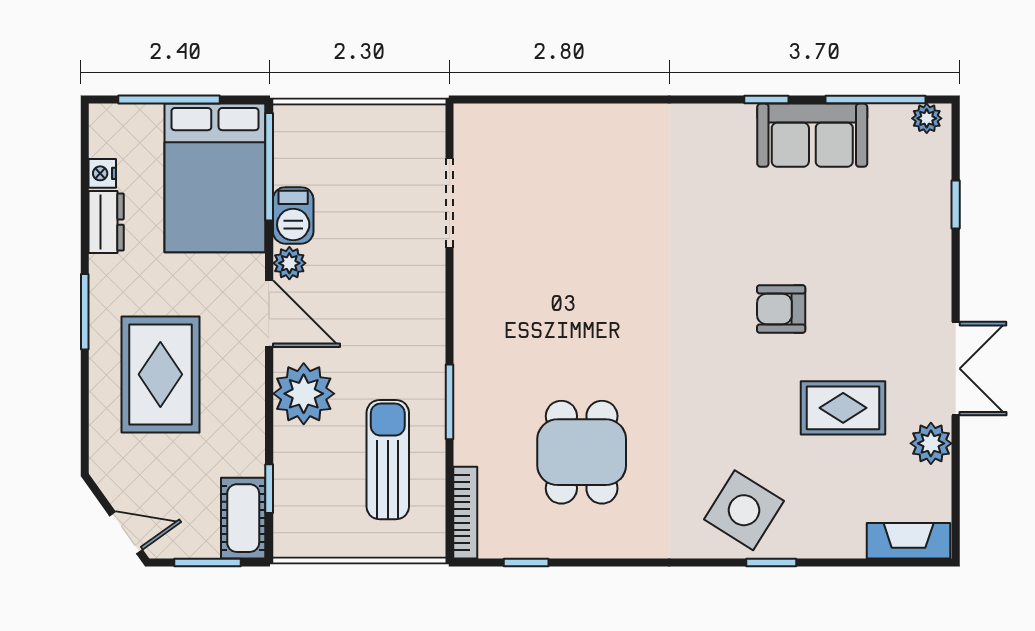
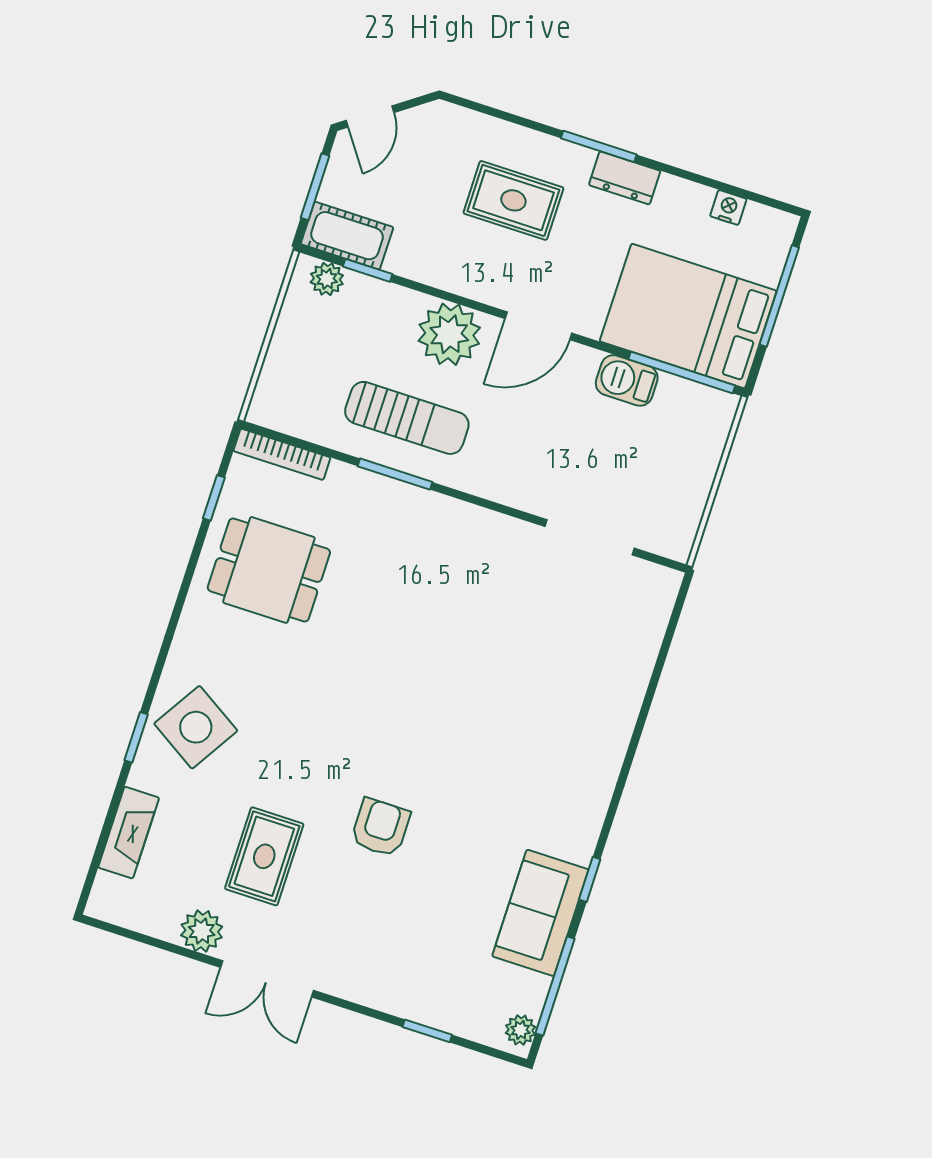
dresser: (106, 222) -> (625, 178), moved
plant: (289, 263) -> (327, 279), moved
rug: (160, 374) -> (513, 200), width x0.73, depth x0.70
dining table: (582, 452) -> (269, 570), moved
sun lounger: (388, 460) -> (407, 418), moved
fireplace: (909, 541) -> (129, 833), moved

